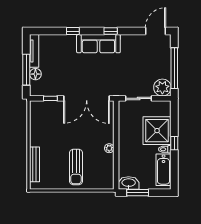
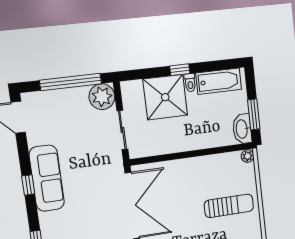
sofa: (98, 44) -> (47, 178), moved
plant: (109, 148) -> (247, 156), moved

